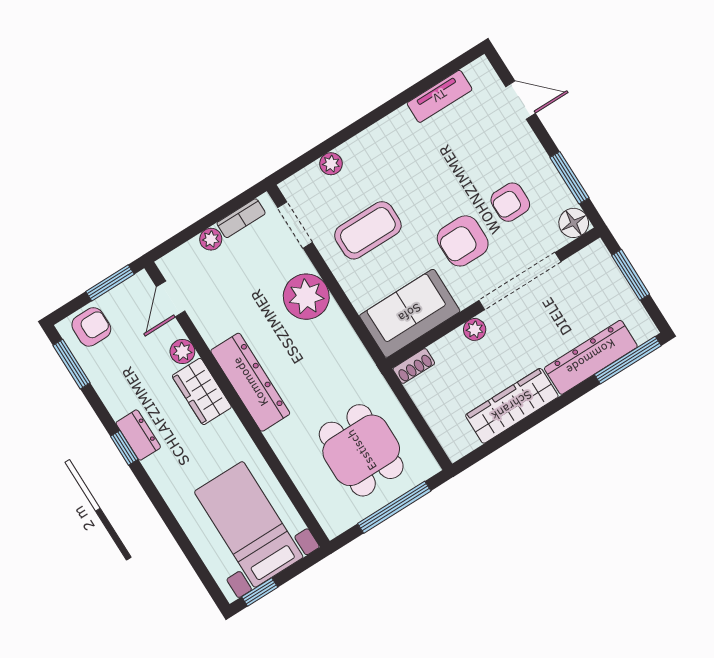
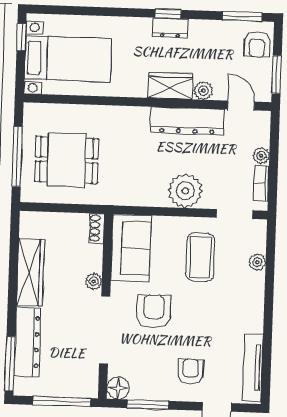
tv unit: (440, 96) -> (253, 368), width x1.41
armchair: (510, 202) -> (191, 372), moved
window: (631, 275) -> (62, 401), width x1.44
dresser: (250, 382) -> (187, 121), moved

